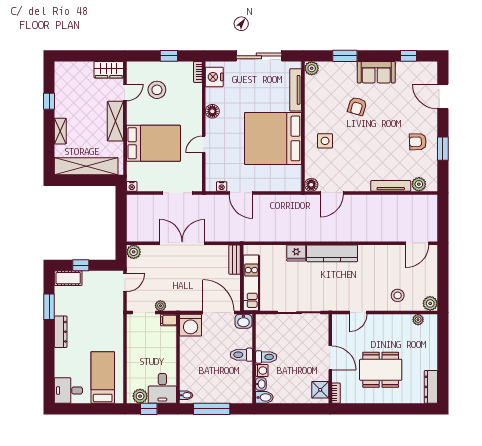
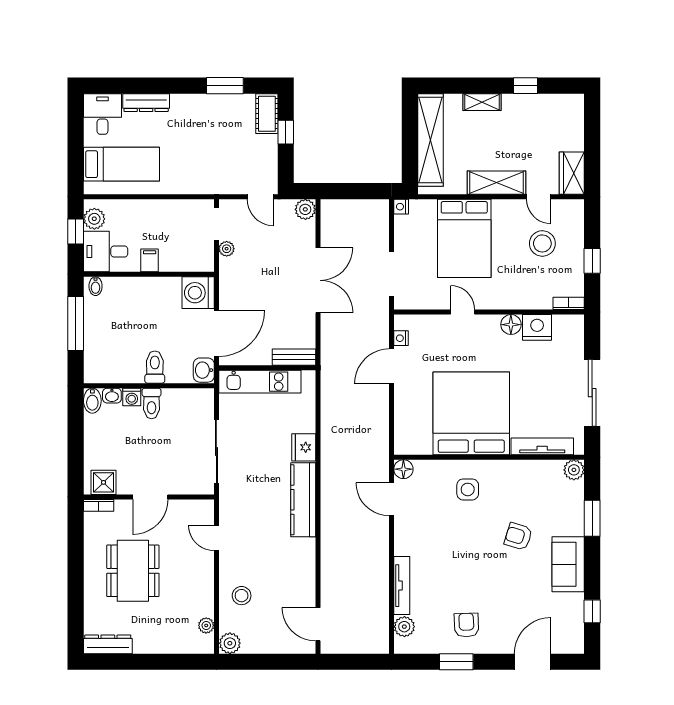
nightstand: (214, 77) -> (537, 327), moved
filing cabinet: (168, 320) -> (150, 260), moved
dresser: (61, 332) -> (146, 103), moved

